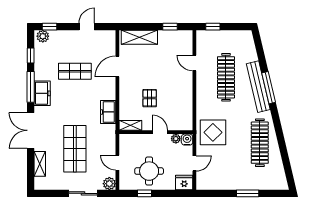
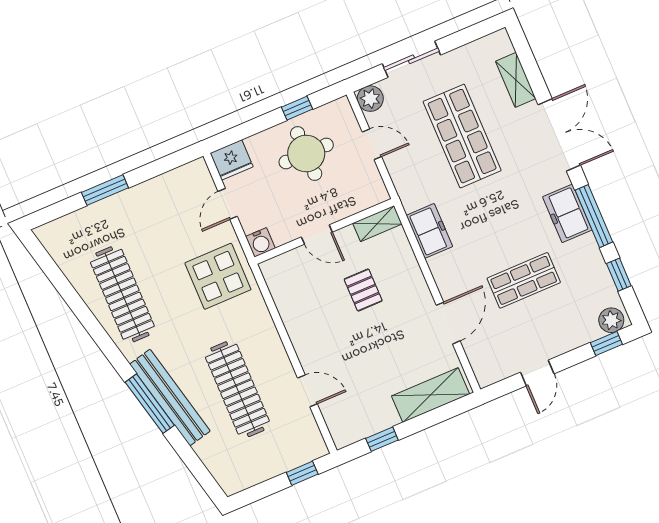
plant: (176, 139) -> (282, 235), removed

